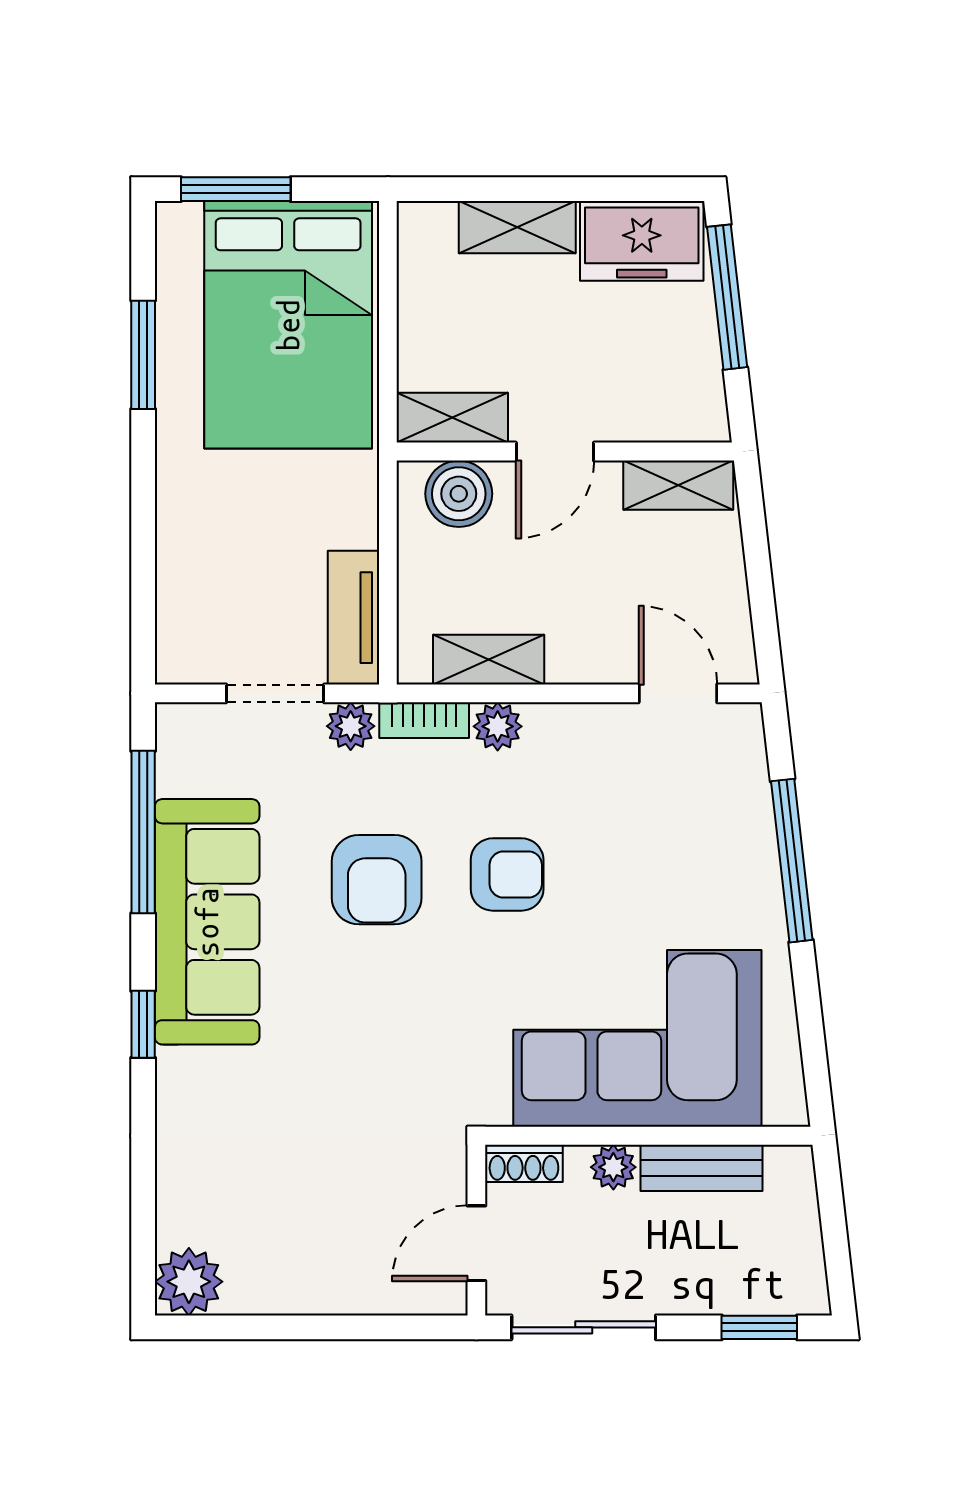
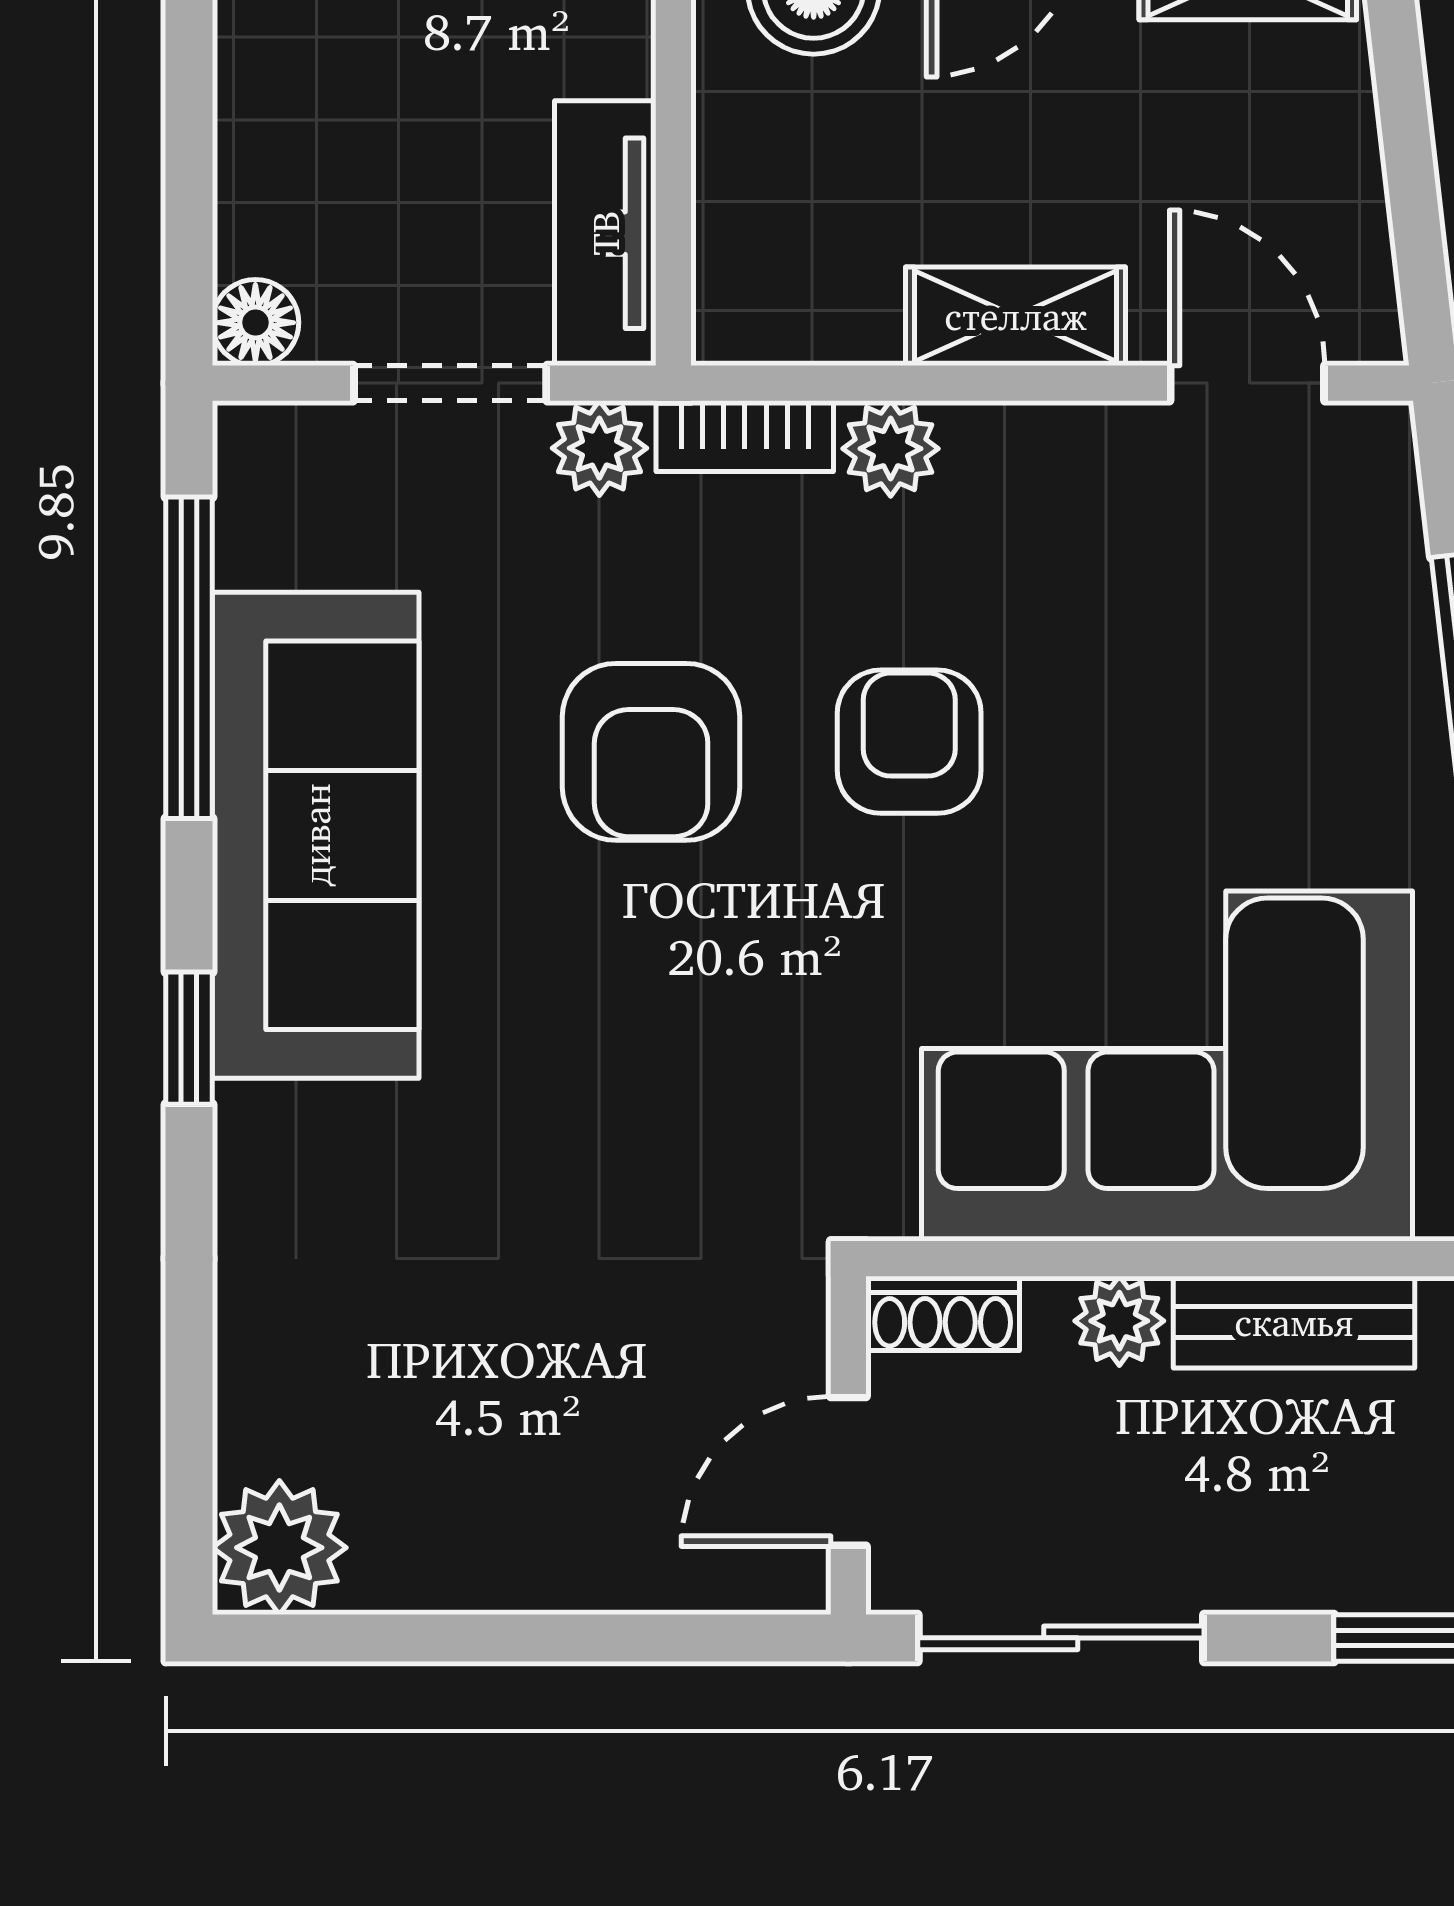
shelving: (489, 660) -> (1016, 316), moved
floor lamp: (177, 663) -> (255, 323), added
armchair: (507, 874) -> (909, 742), turned -90

